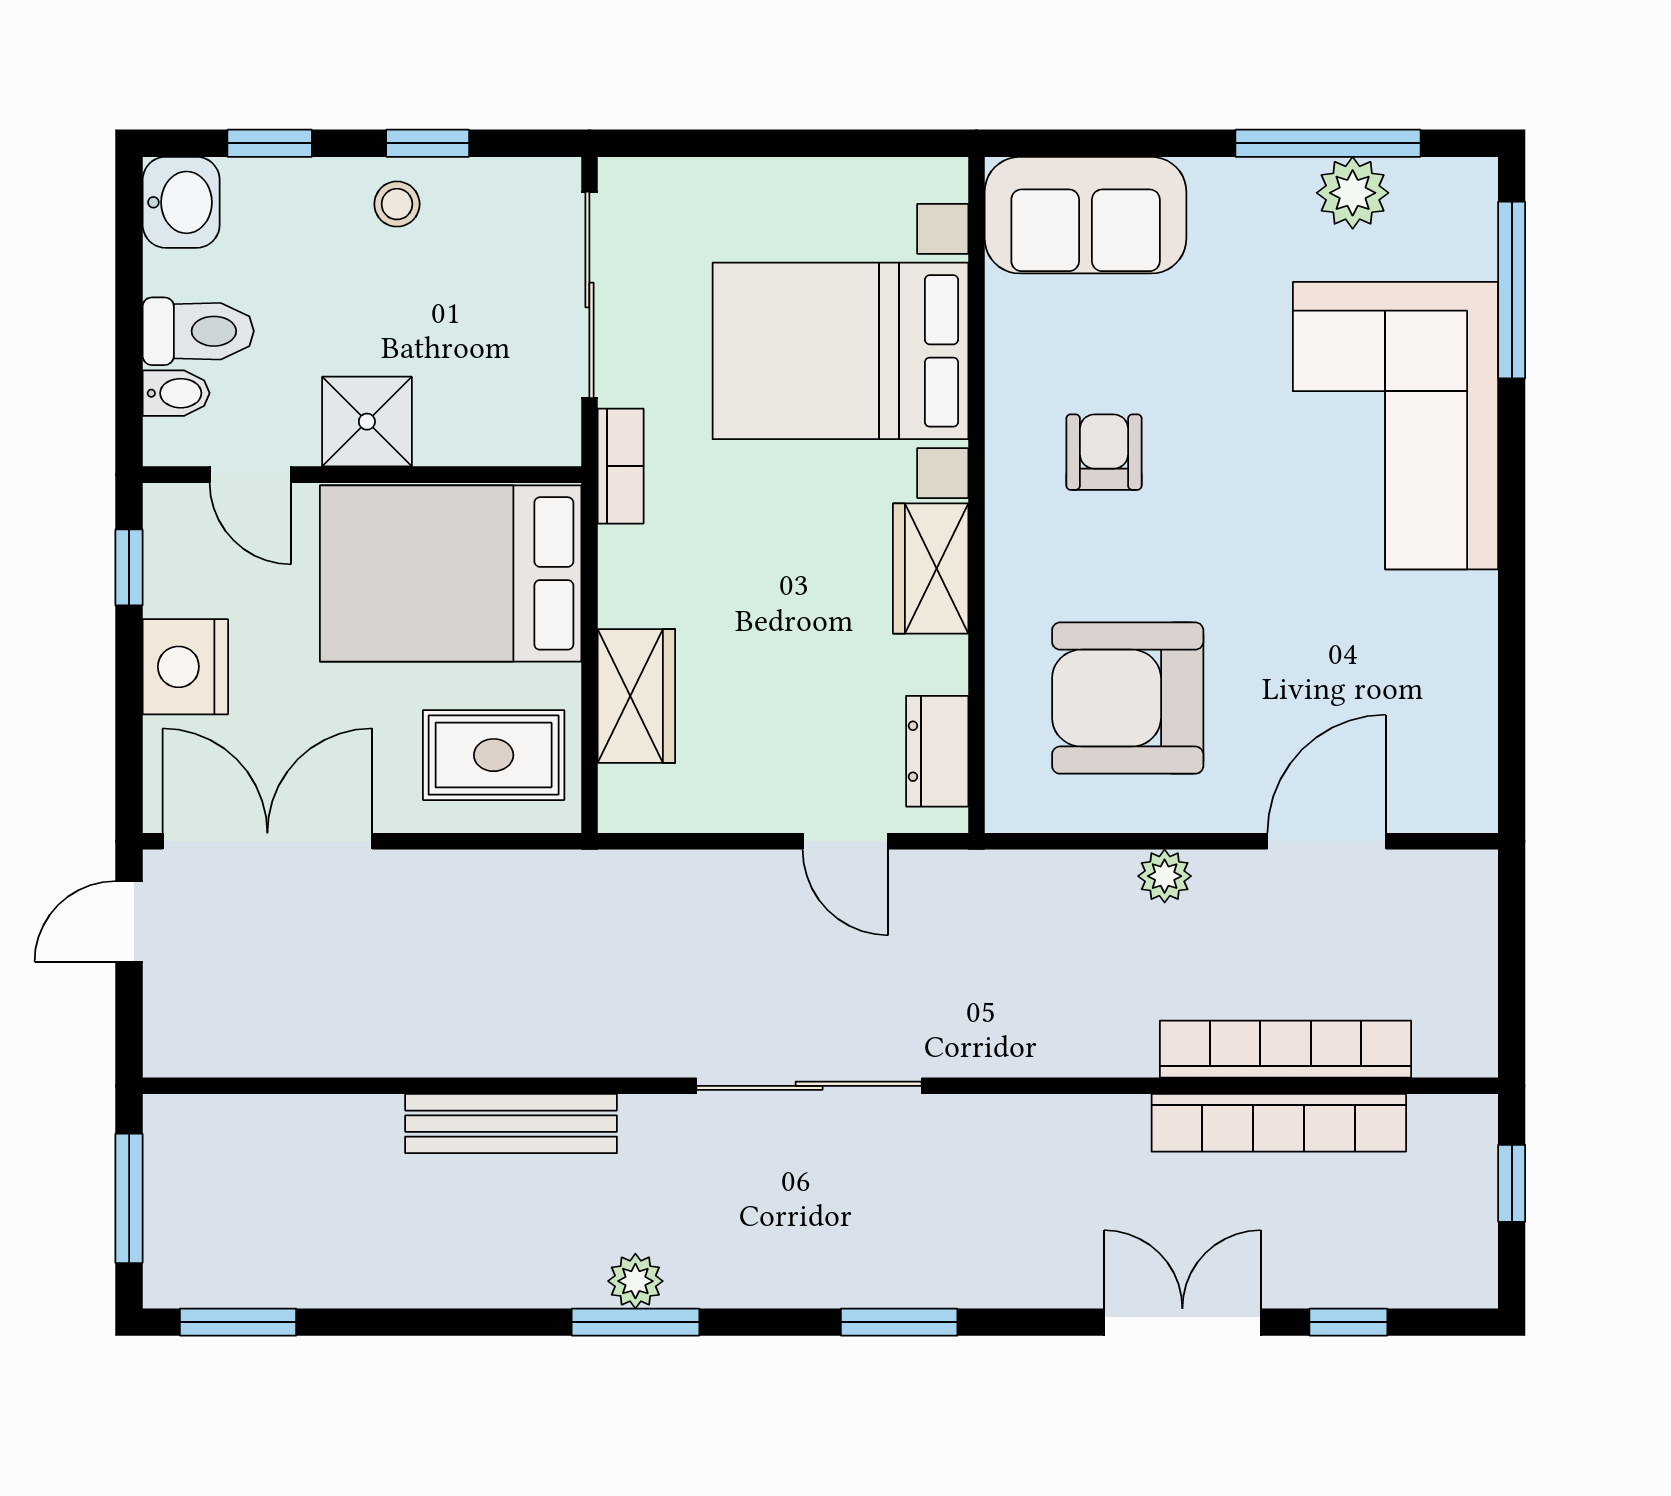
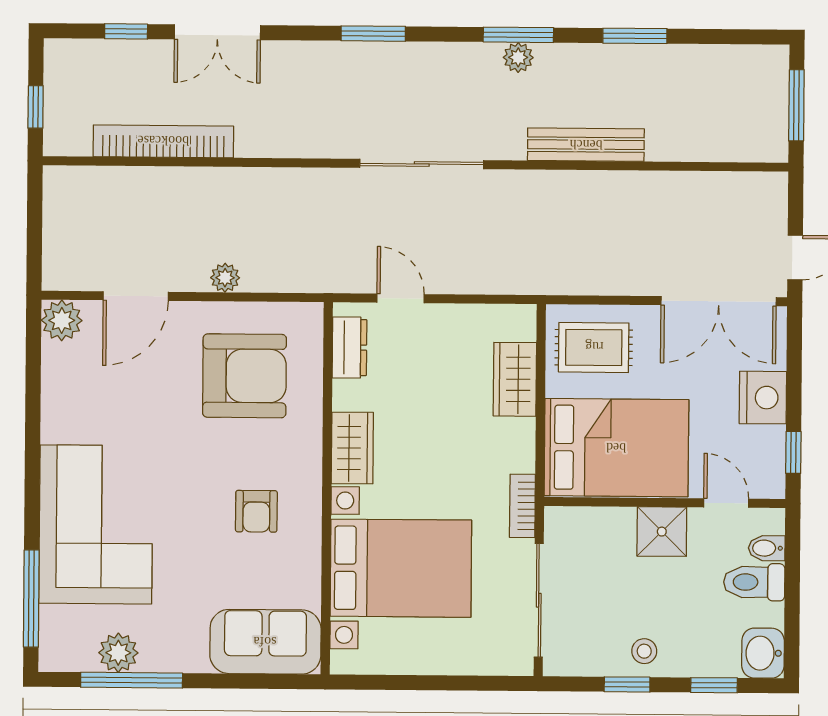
plant: (1461, 796) -> (62, 320), added
bookcase: (1286, 1049) -> (159, 182), removed
window: (238, 1322) -> (635, 36), moved

